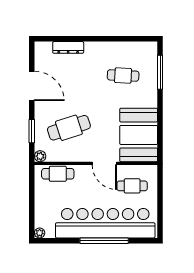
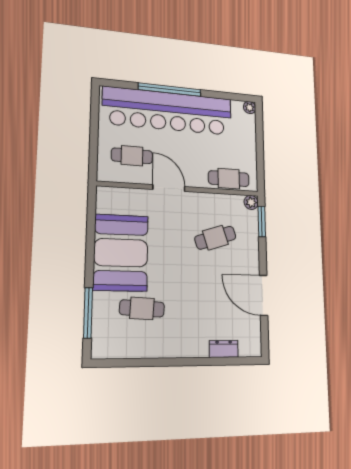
dresser: (68, 47) -> (224, 349), width x0.70
cafe table: (69, 128) -> (215, 238), width x0.73, depth x0.74
window: (32, 131) -> (262, 221), moved
booth: (139, 135) -> (121, 253), moved

